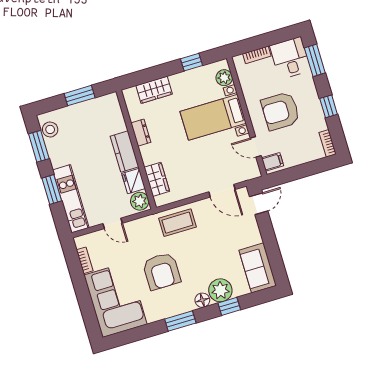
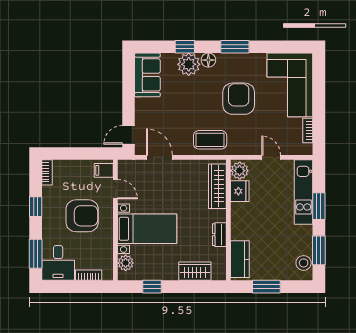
kitchen counter: (124, 152) -> (240, 259), moved
wardrobe: (157, 179) -> (217, 186), width x1.50

